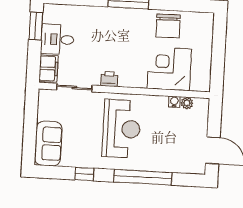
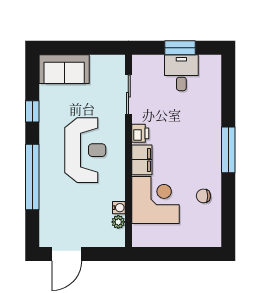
window: (36, 26) -> (180, 48), moved
chair: (168, 26) -> (203, 196), width x0.54, depth x0.54
filing cabinet: (48, 68) -> (142, 160), moved, turned -90
reception desk: (121, 129) -> (85, 150), turned -90

